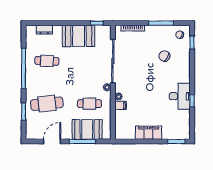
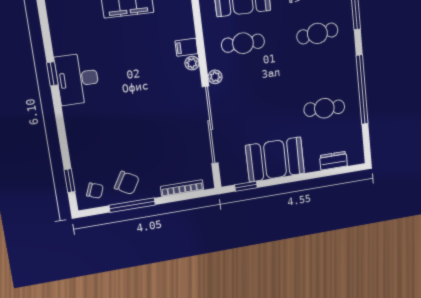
chair: (164, 56) -> (127, 183), moved
cafe table: (47, 104) -> (317, 33), width x0.73, depth x0.74

